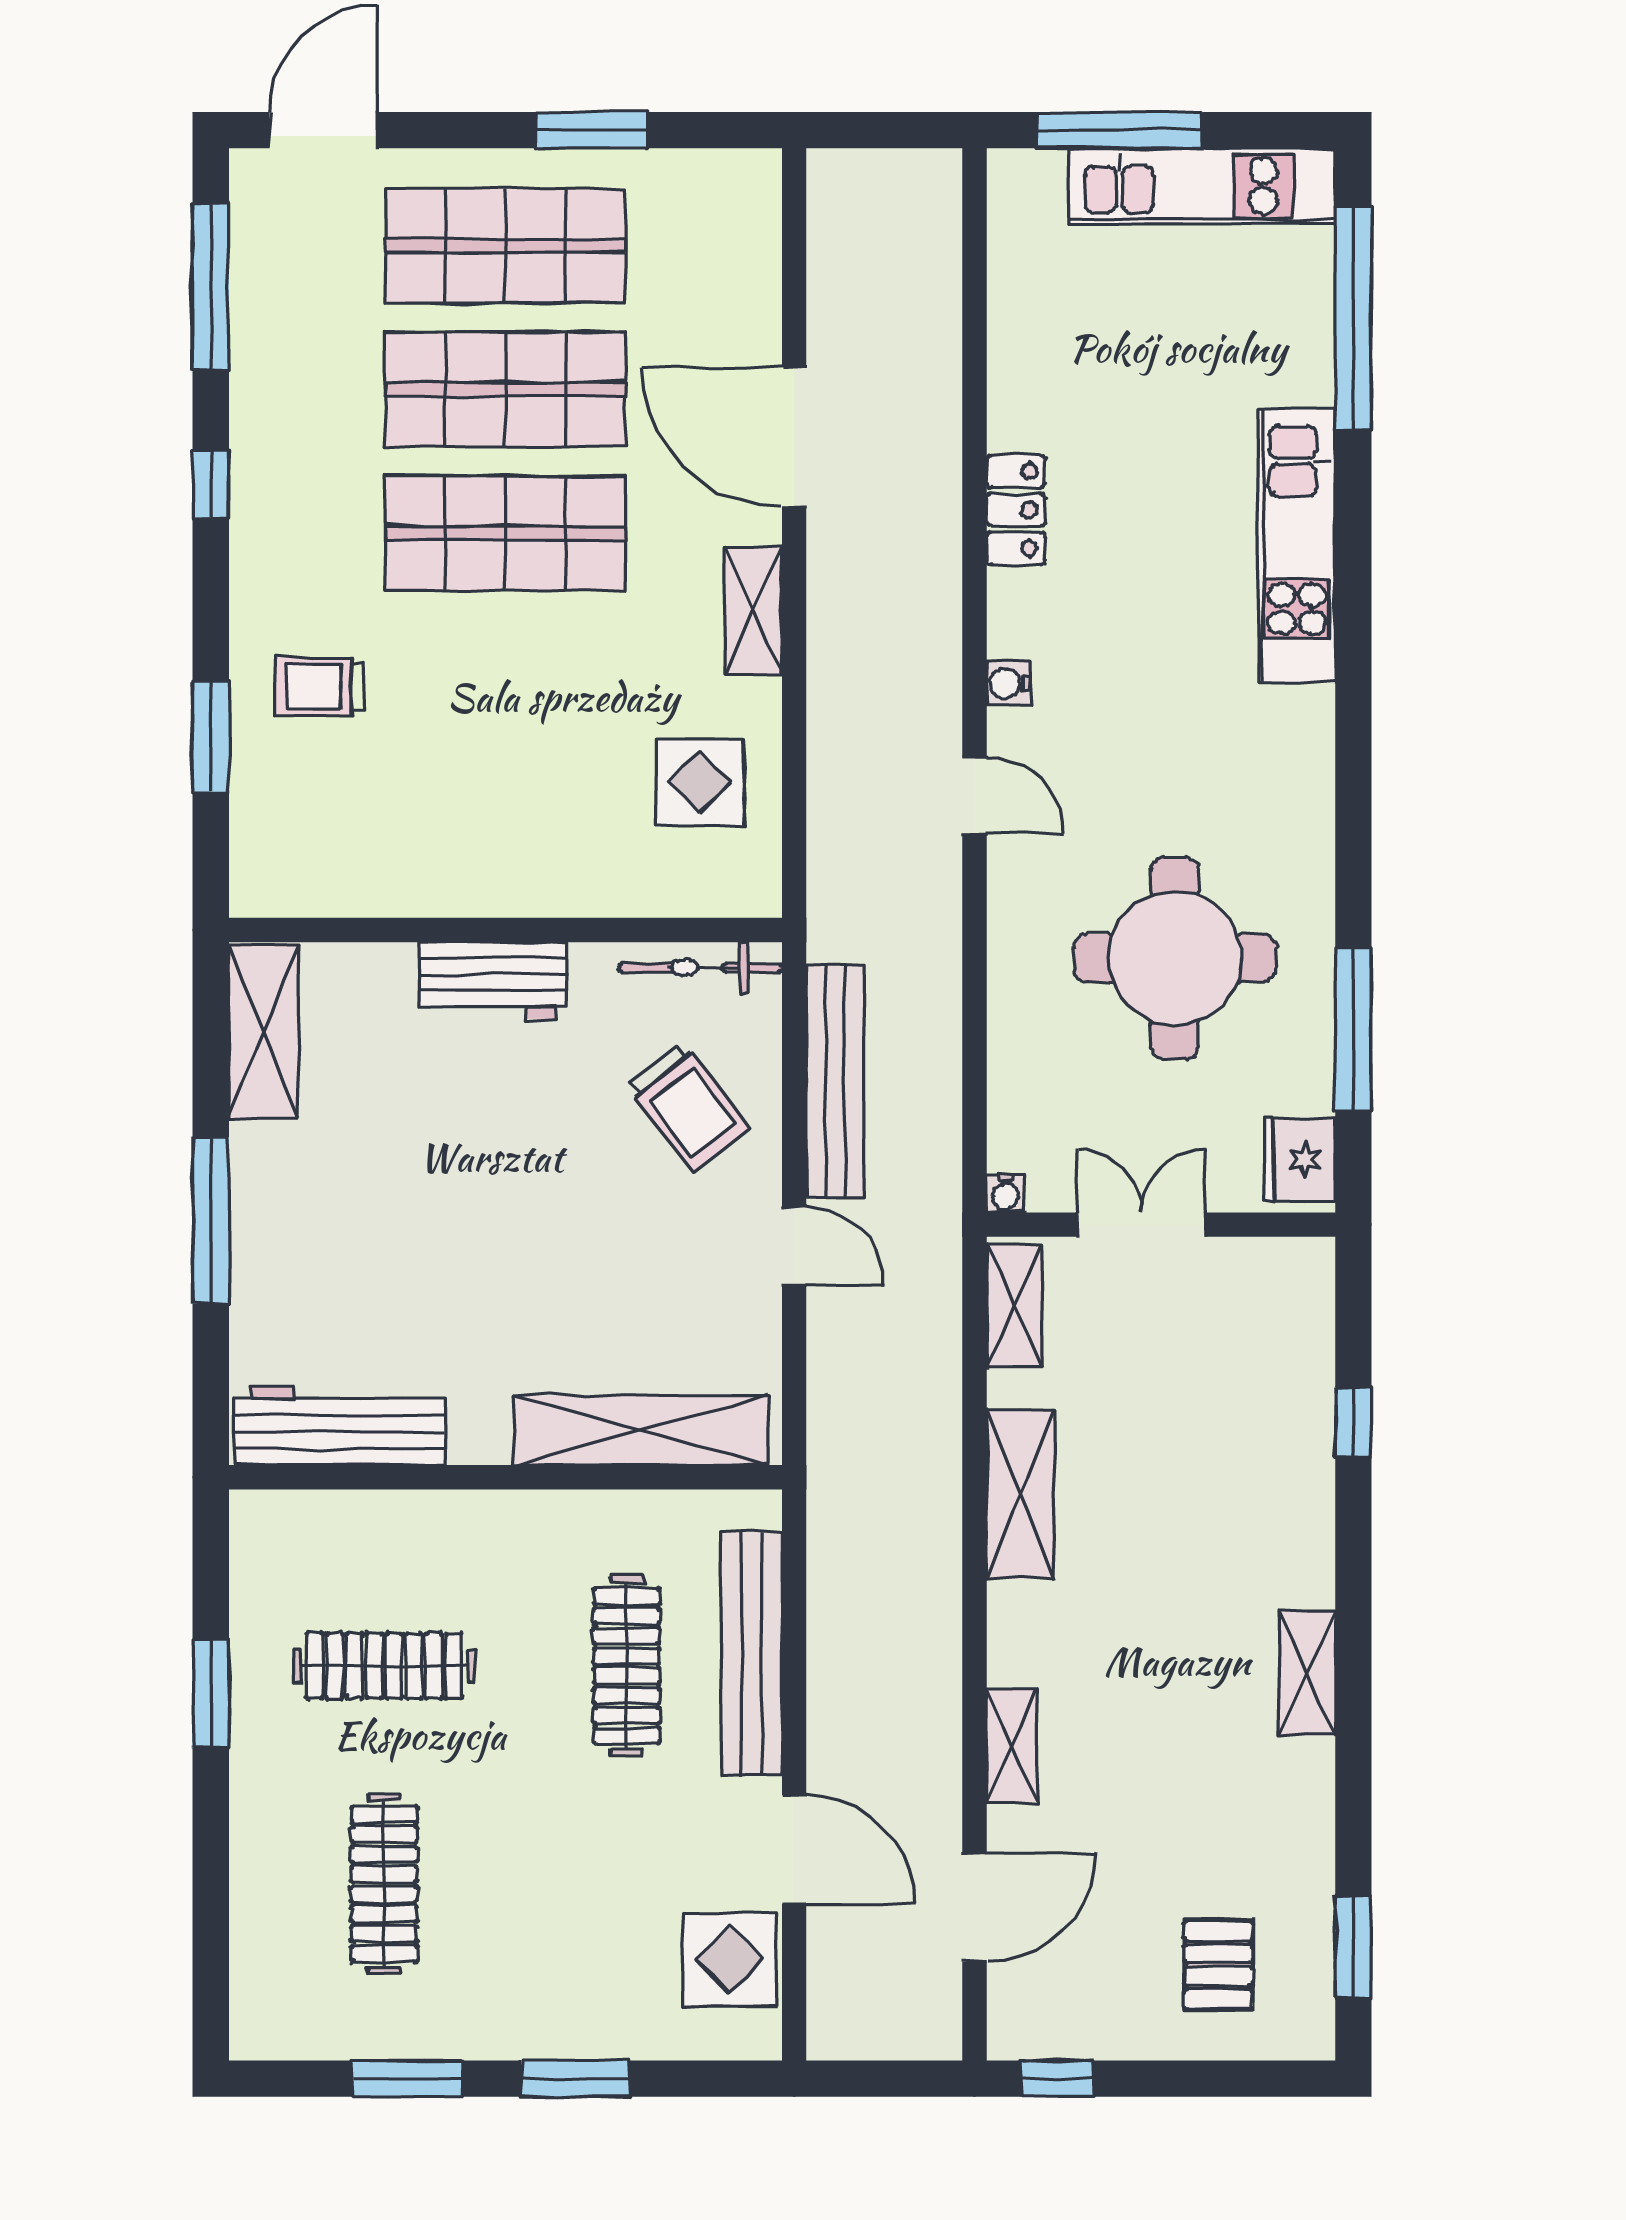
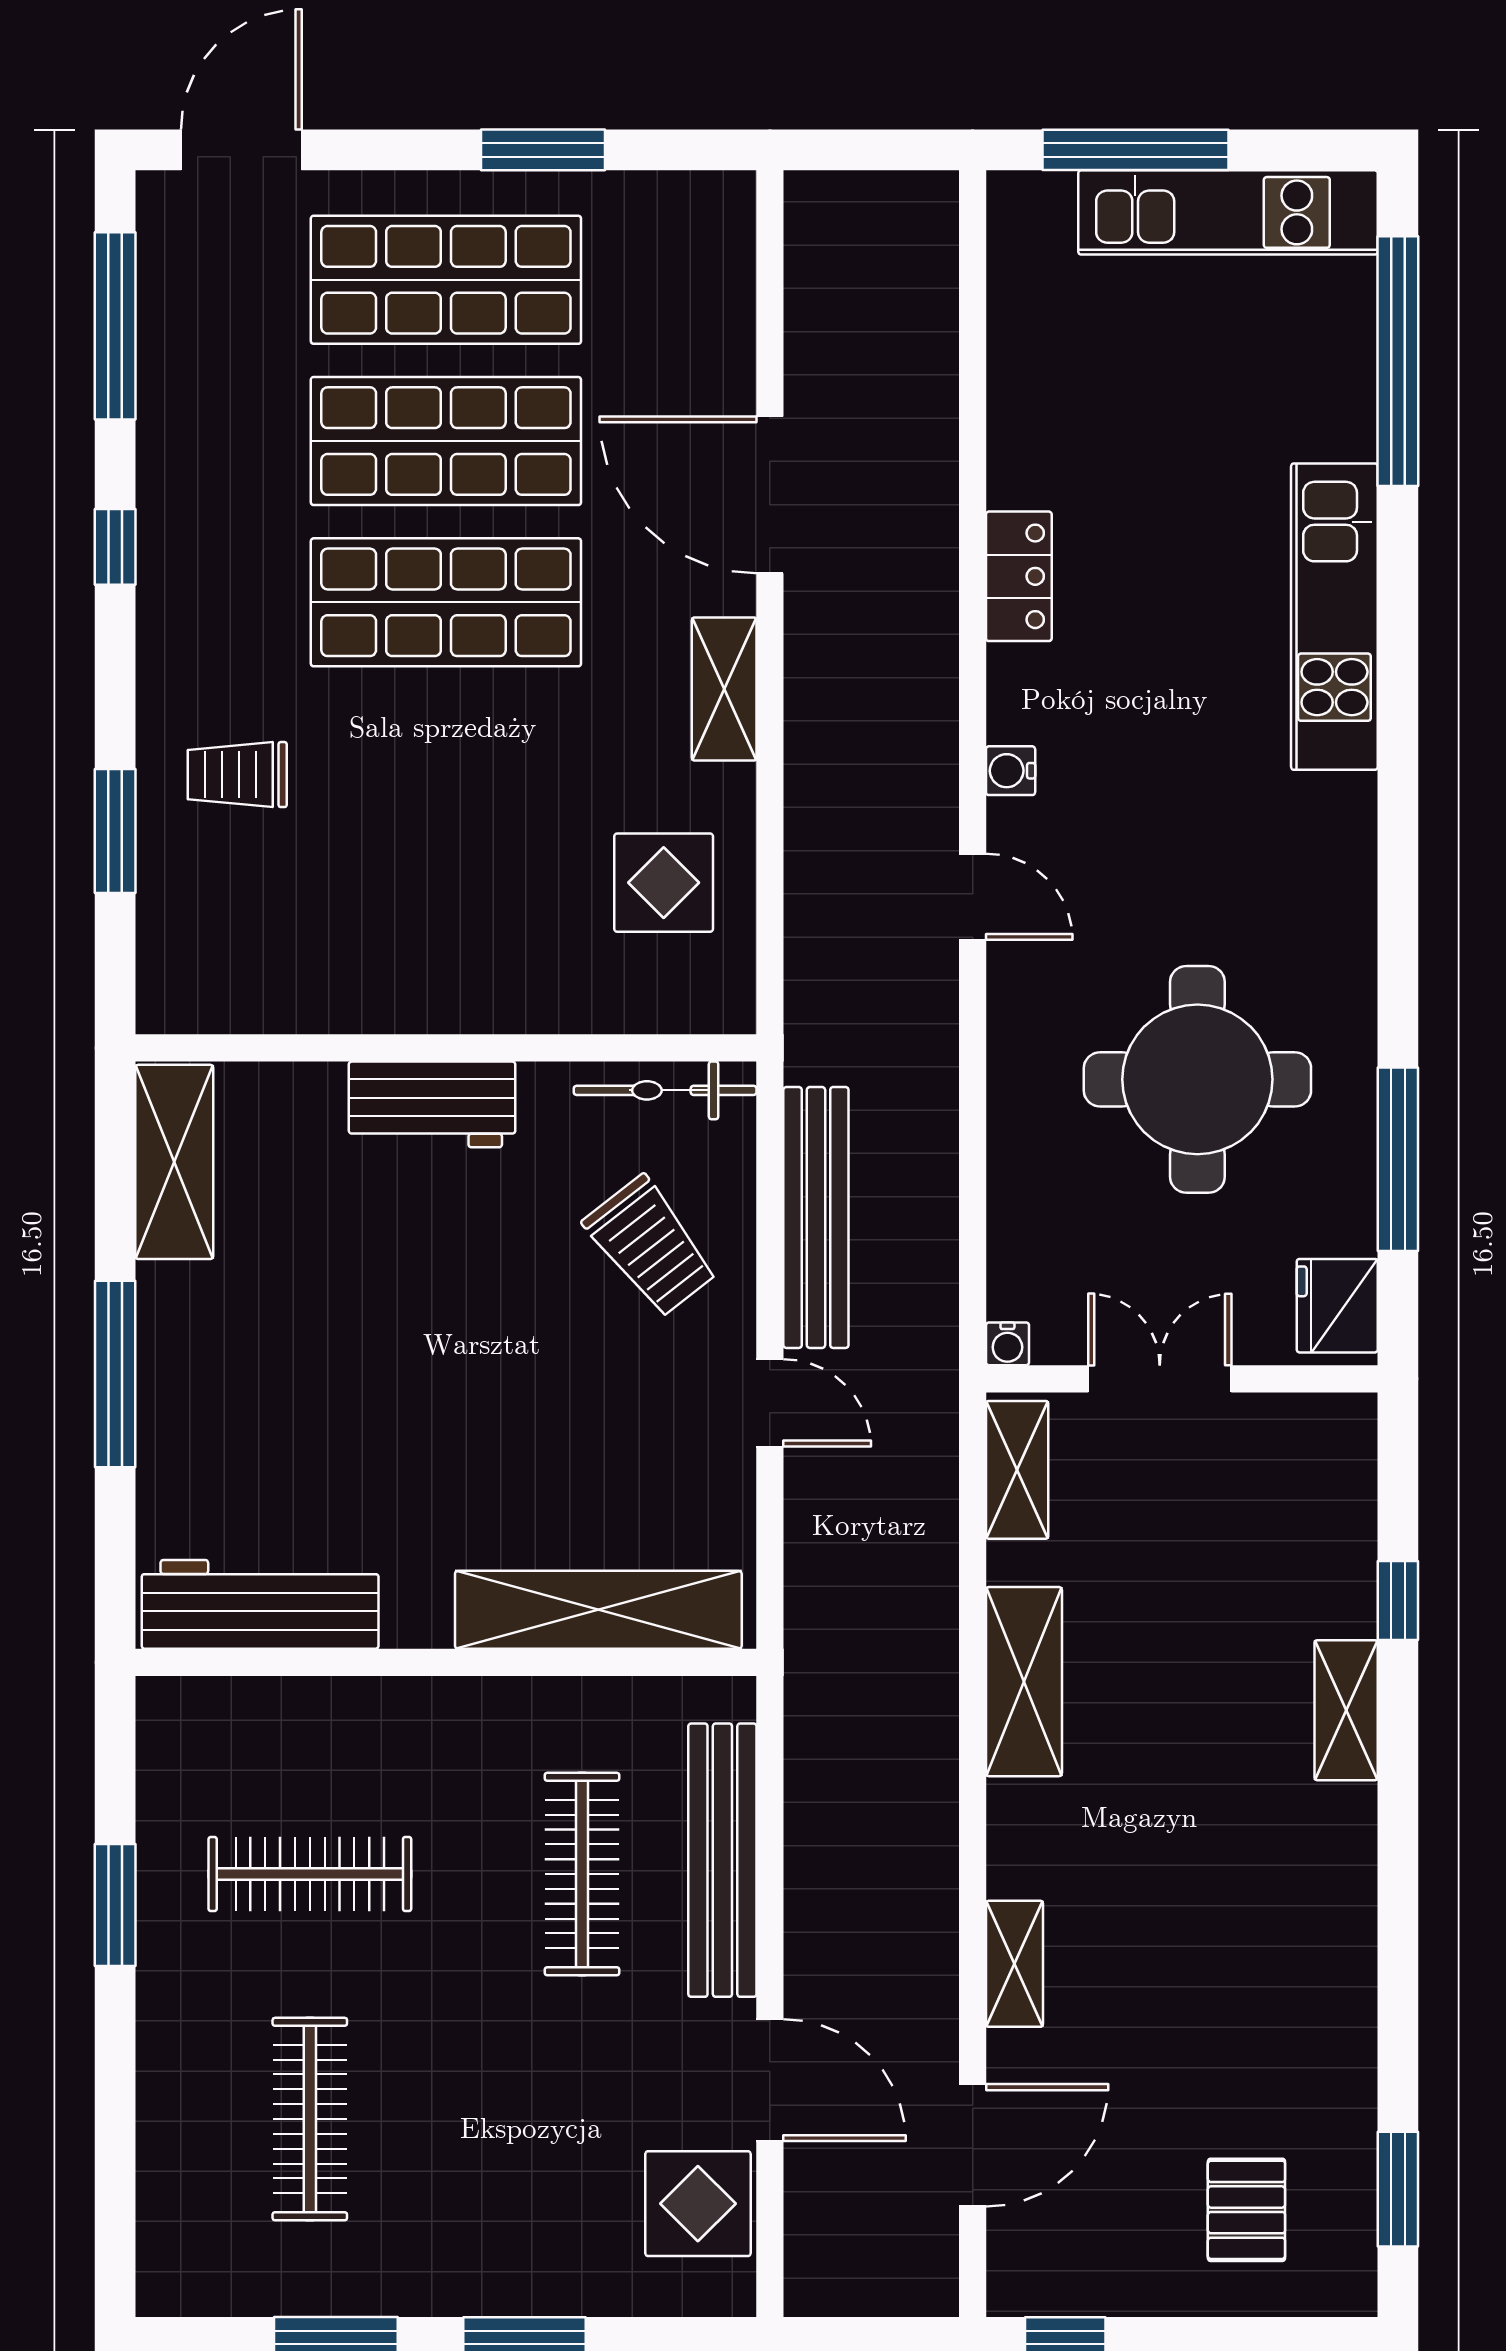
shelving: (1307, 1673) -> (1346, 1710), moved

